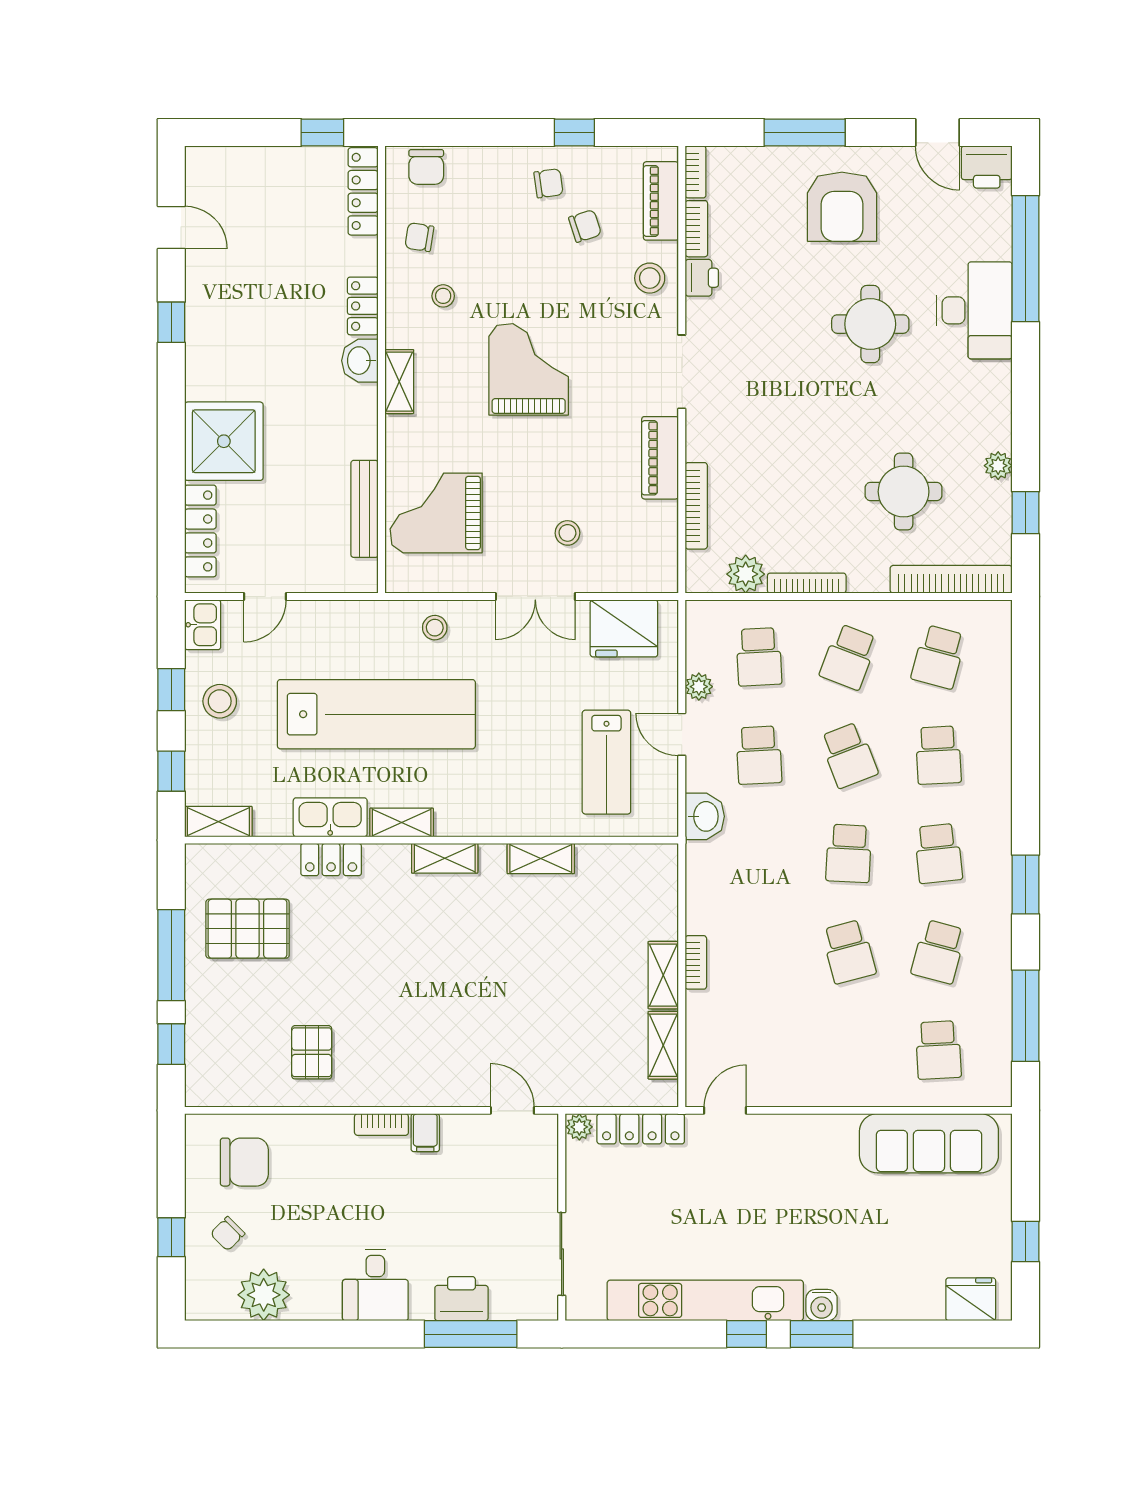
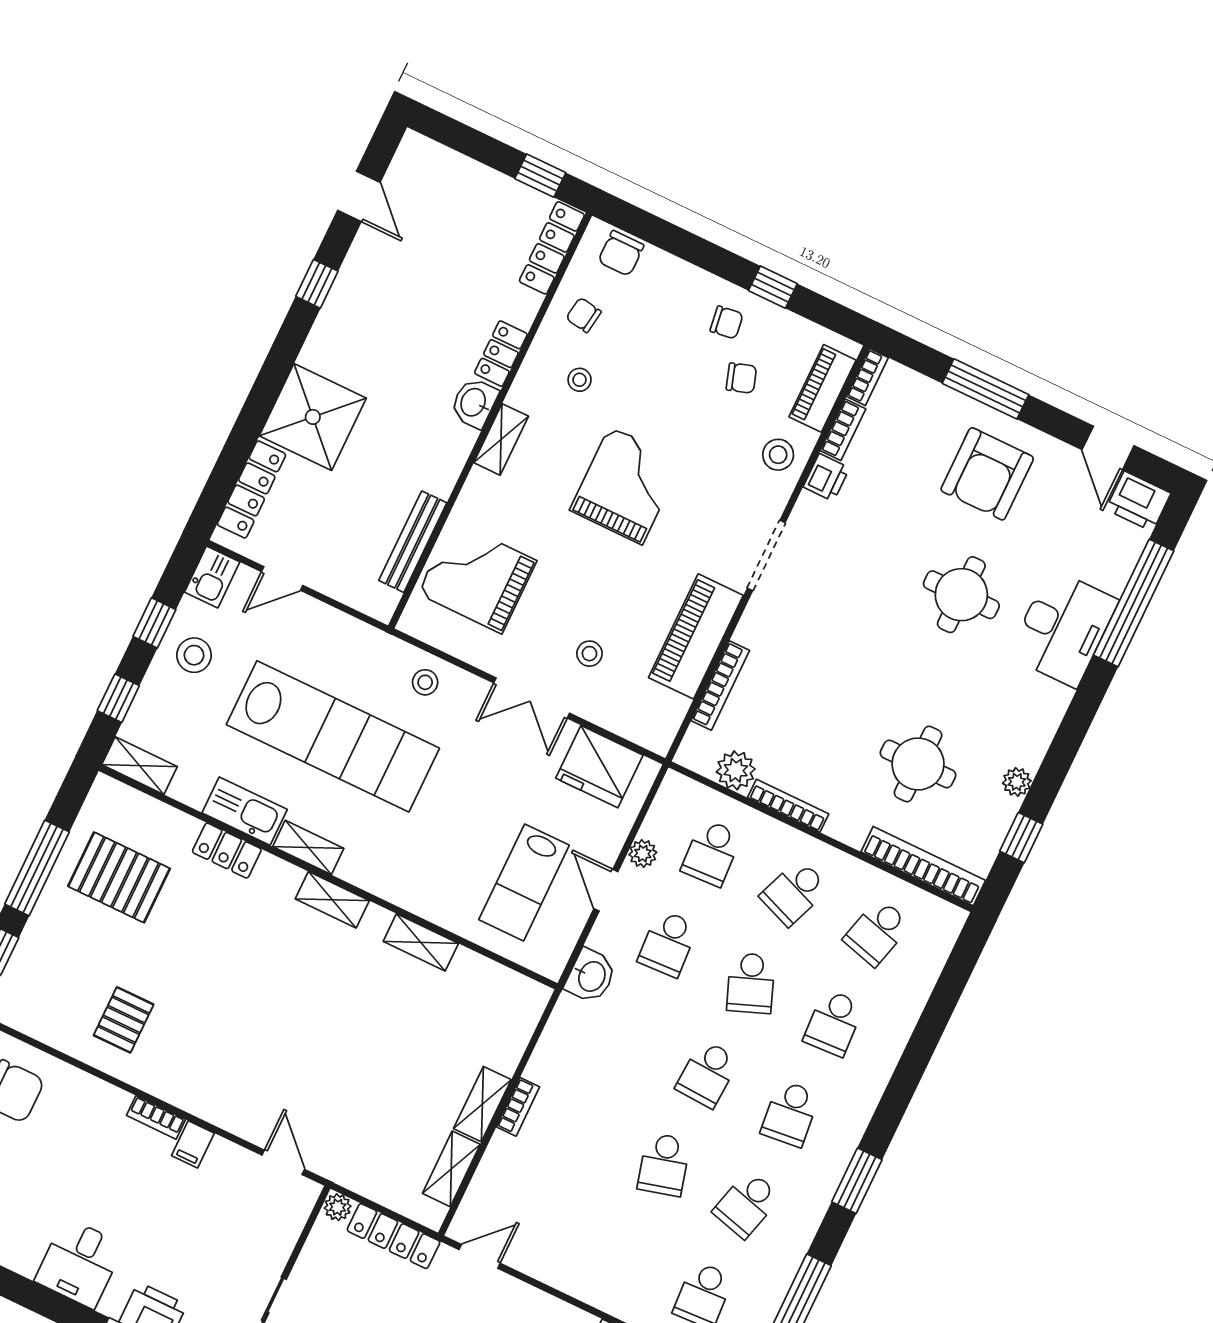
piano: (660, 458) -> (696, 636), width x1.37, depth x1.33

